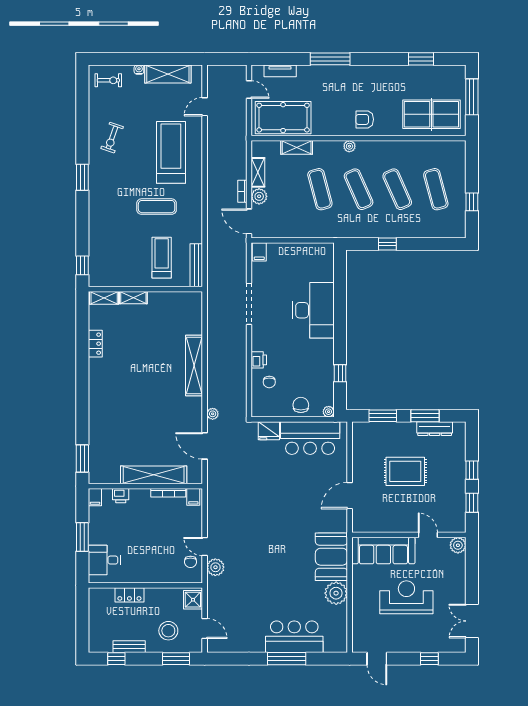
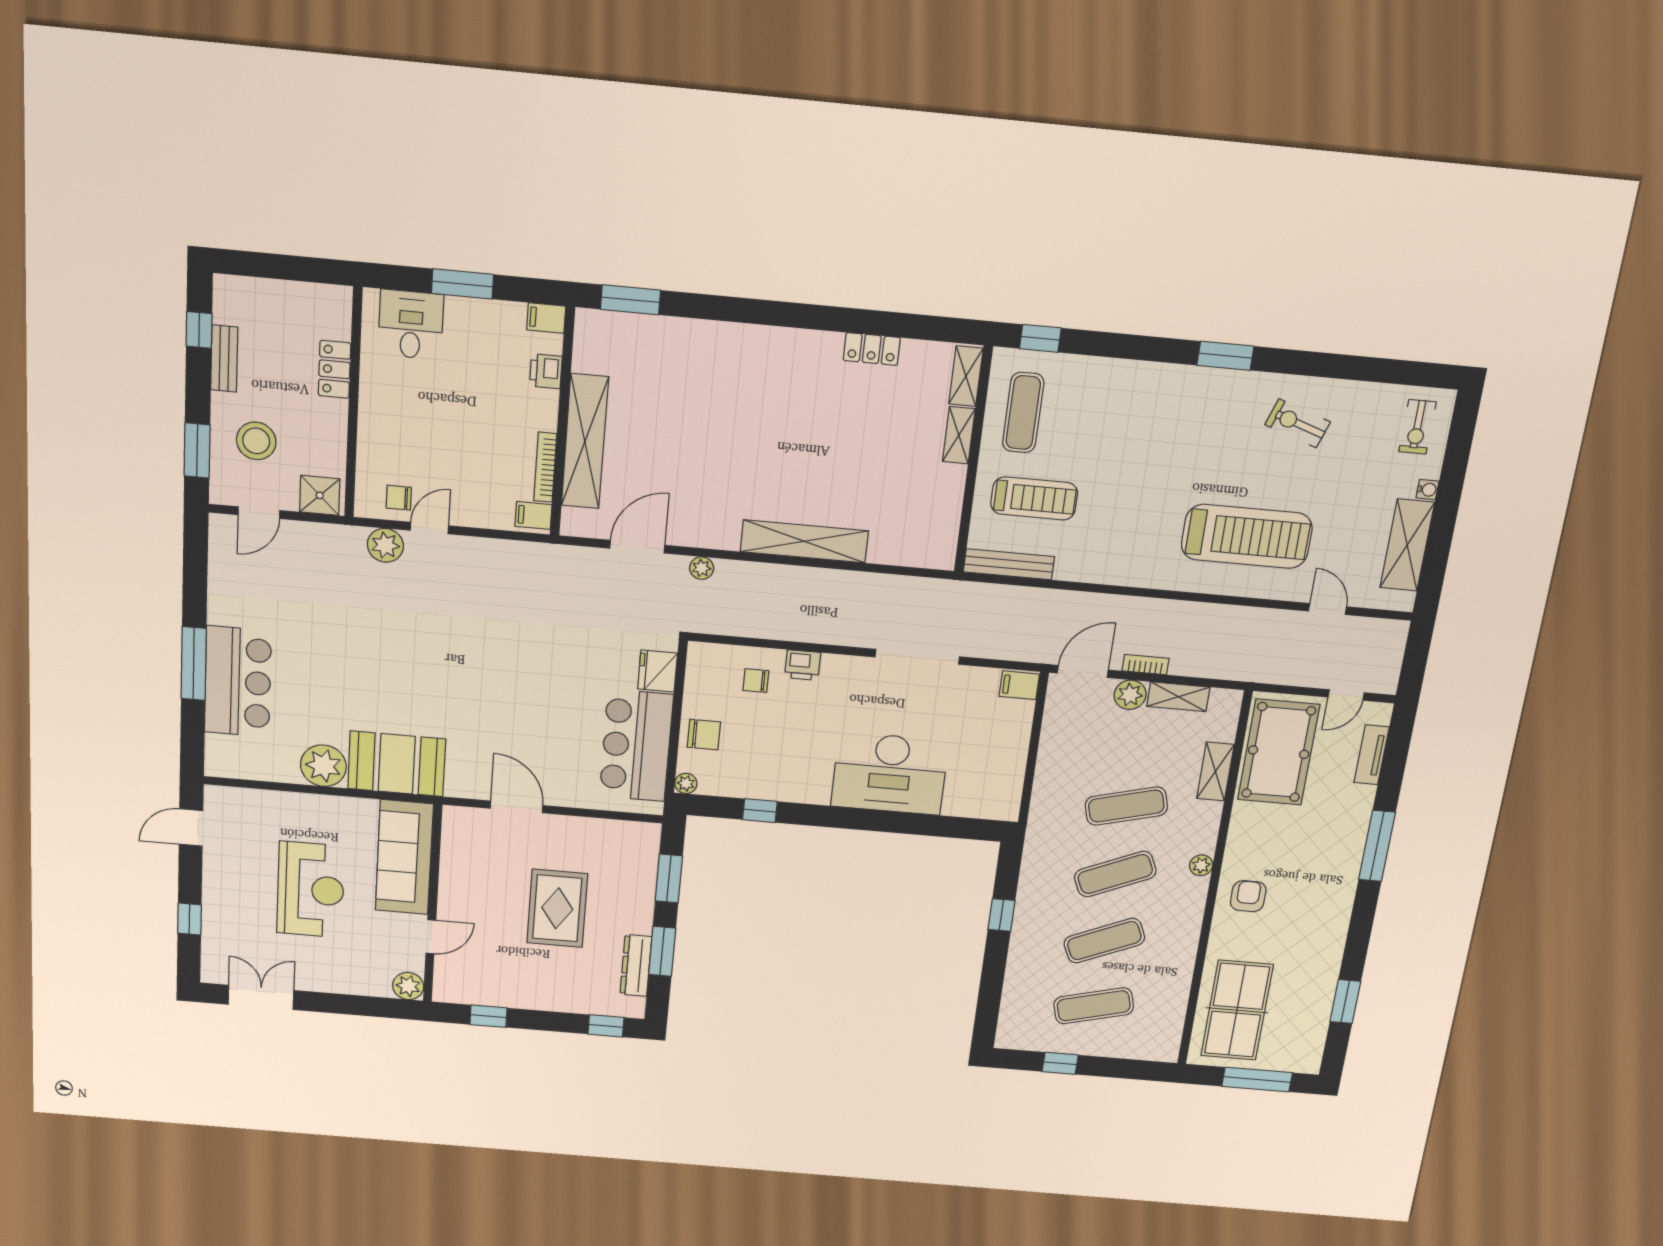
exercise mat: (157, 207) -> (1023, 413), moved
window: (472, 470) -> (606, 1026), moved

